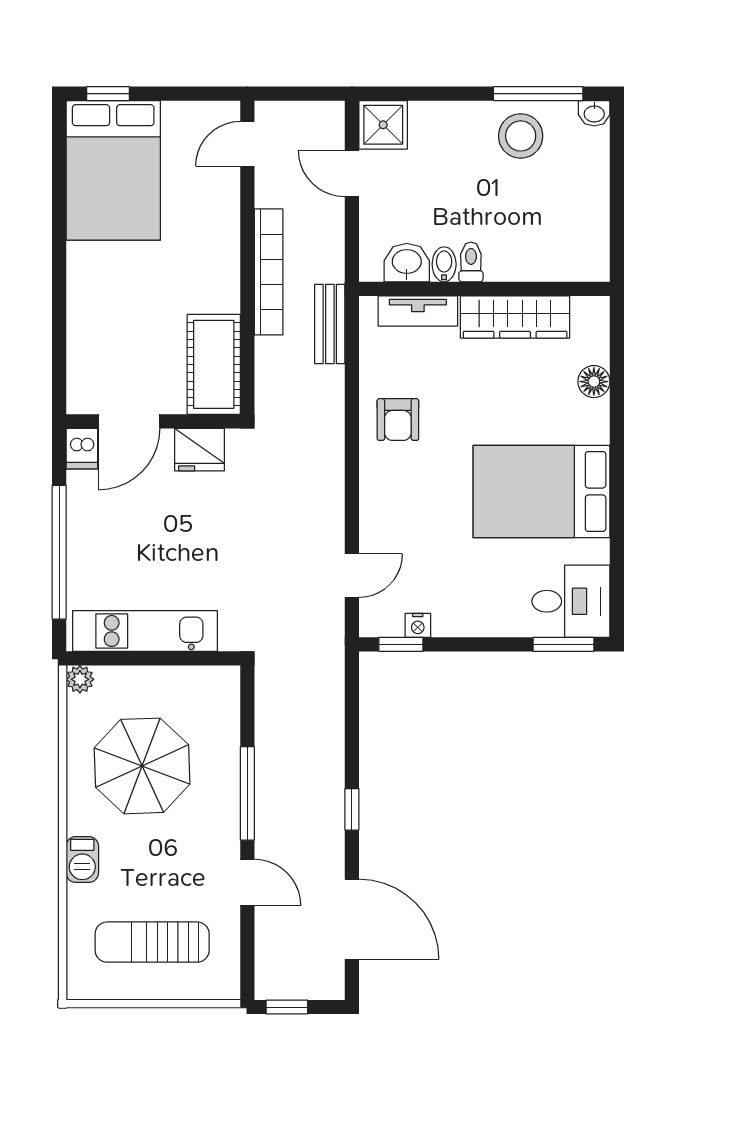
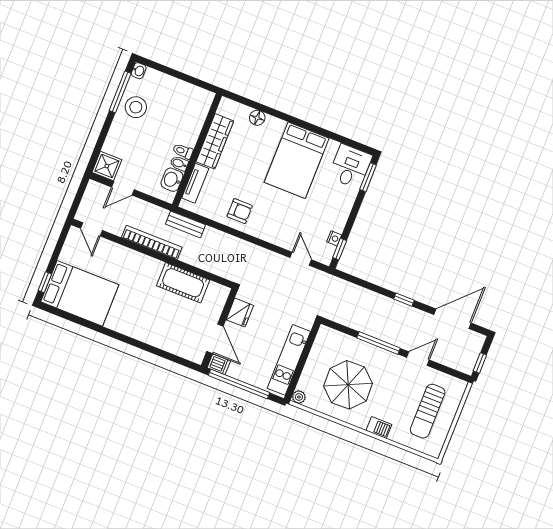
door: (129, 421) -> (215, 339), moved
wall: (153, 421) -> (219, 328), moved
dishwasher: (82, 449) -> (219, 364), moved
fridge: (200, 450) -> (240, 313), moved

